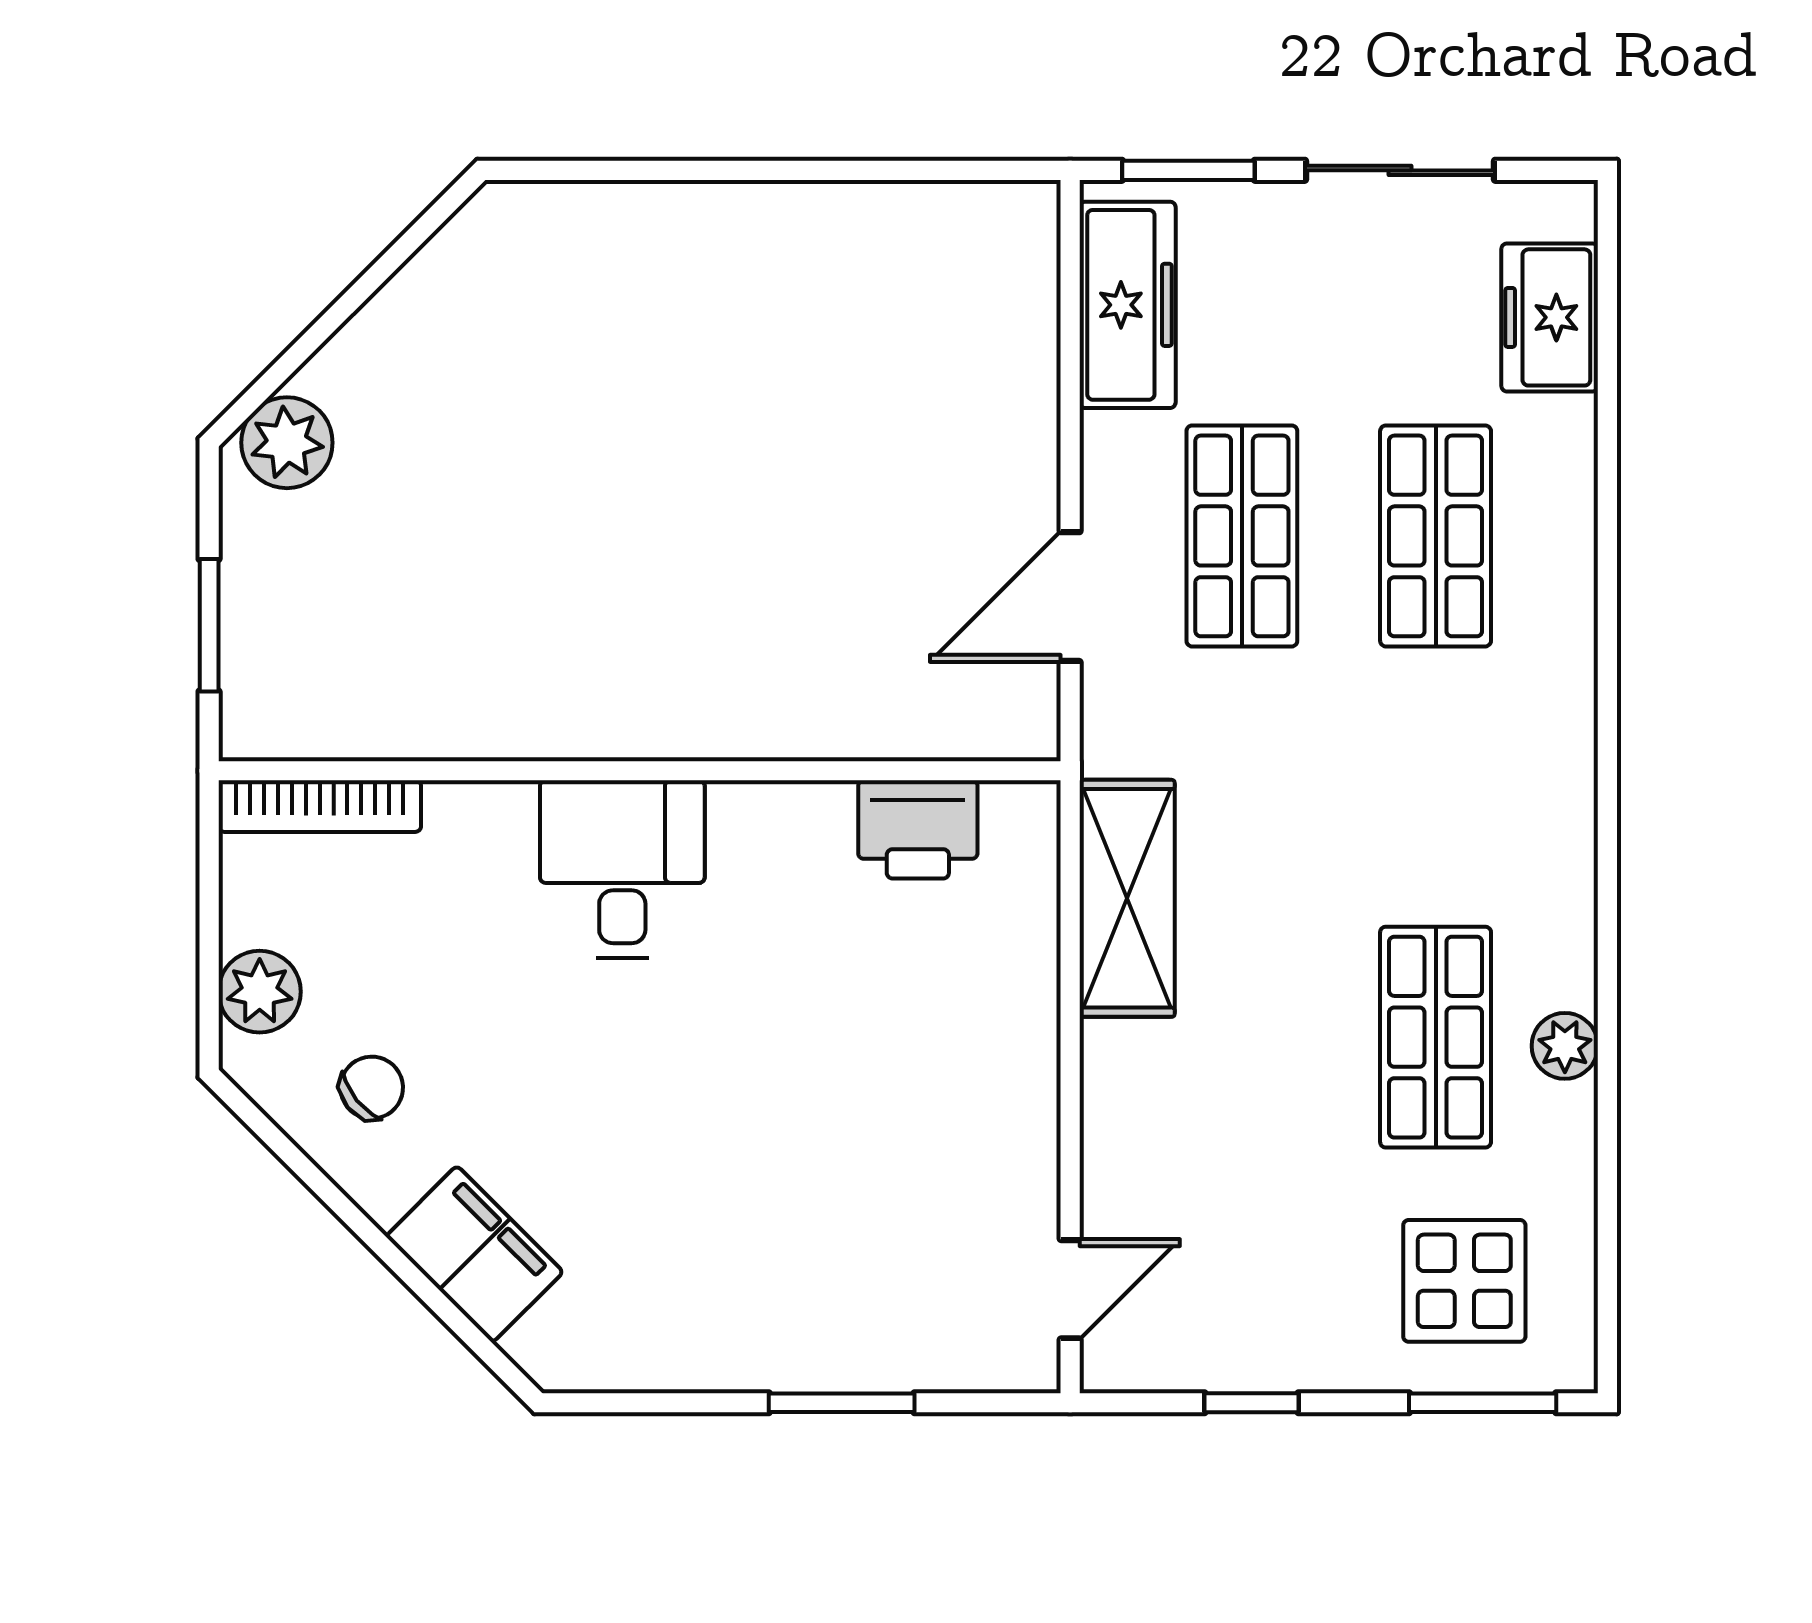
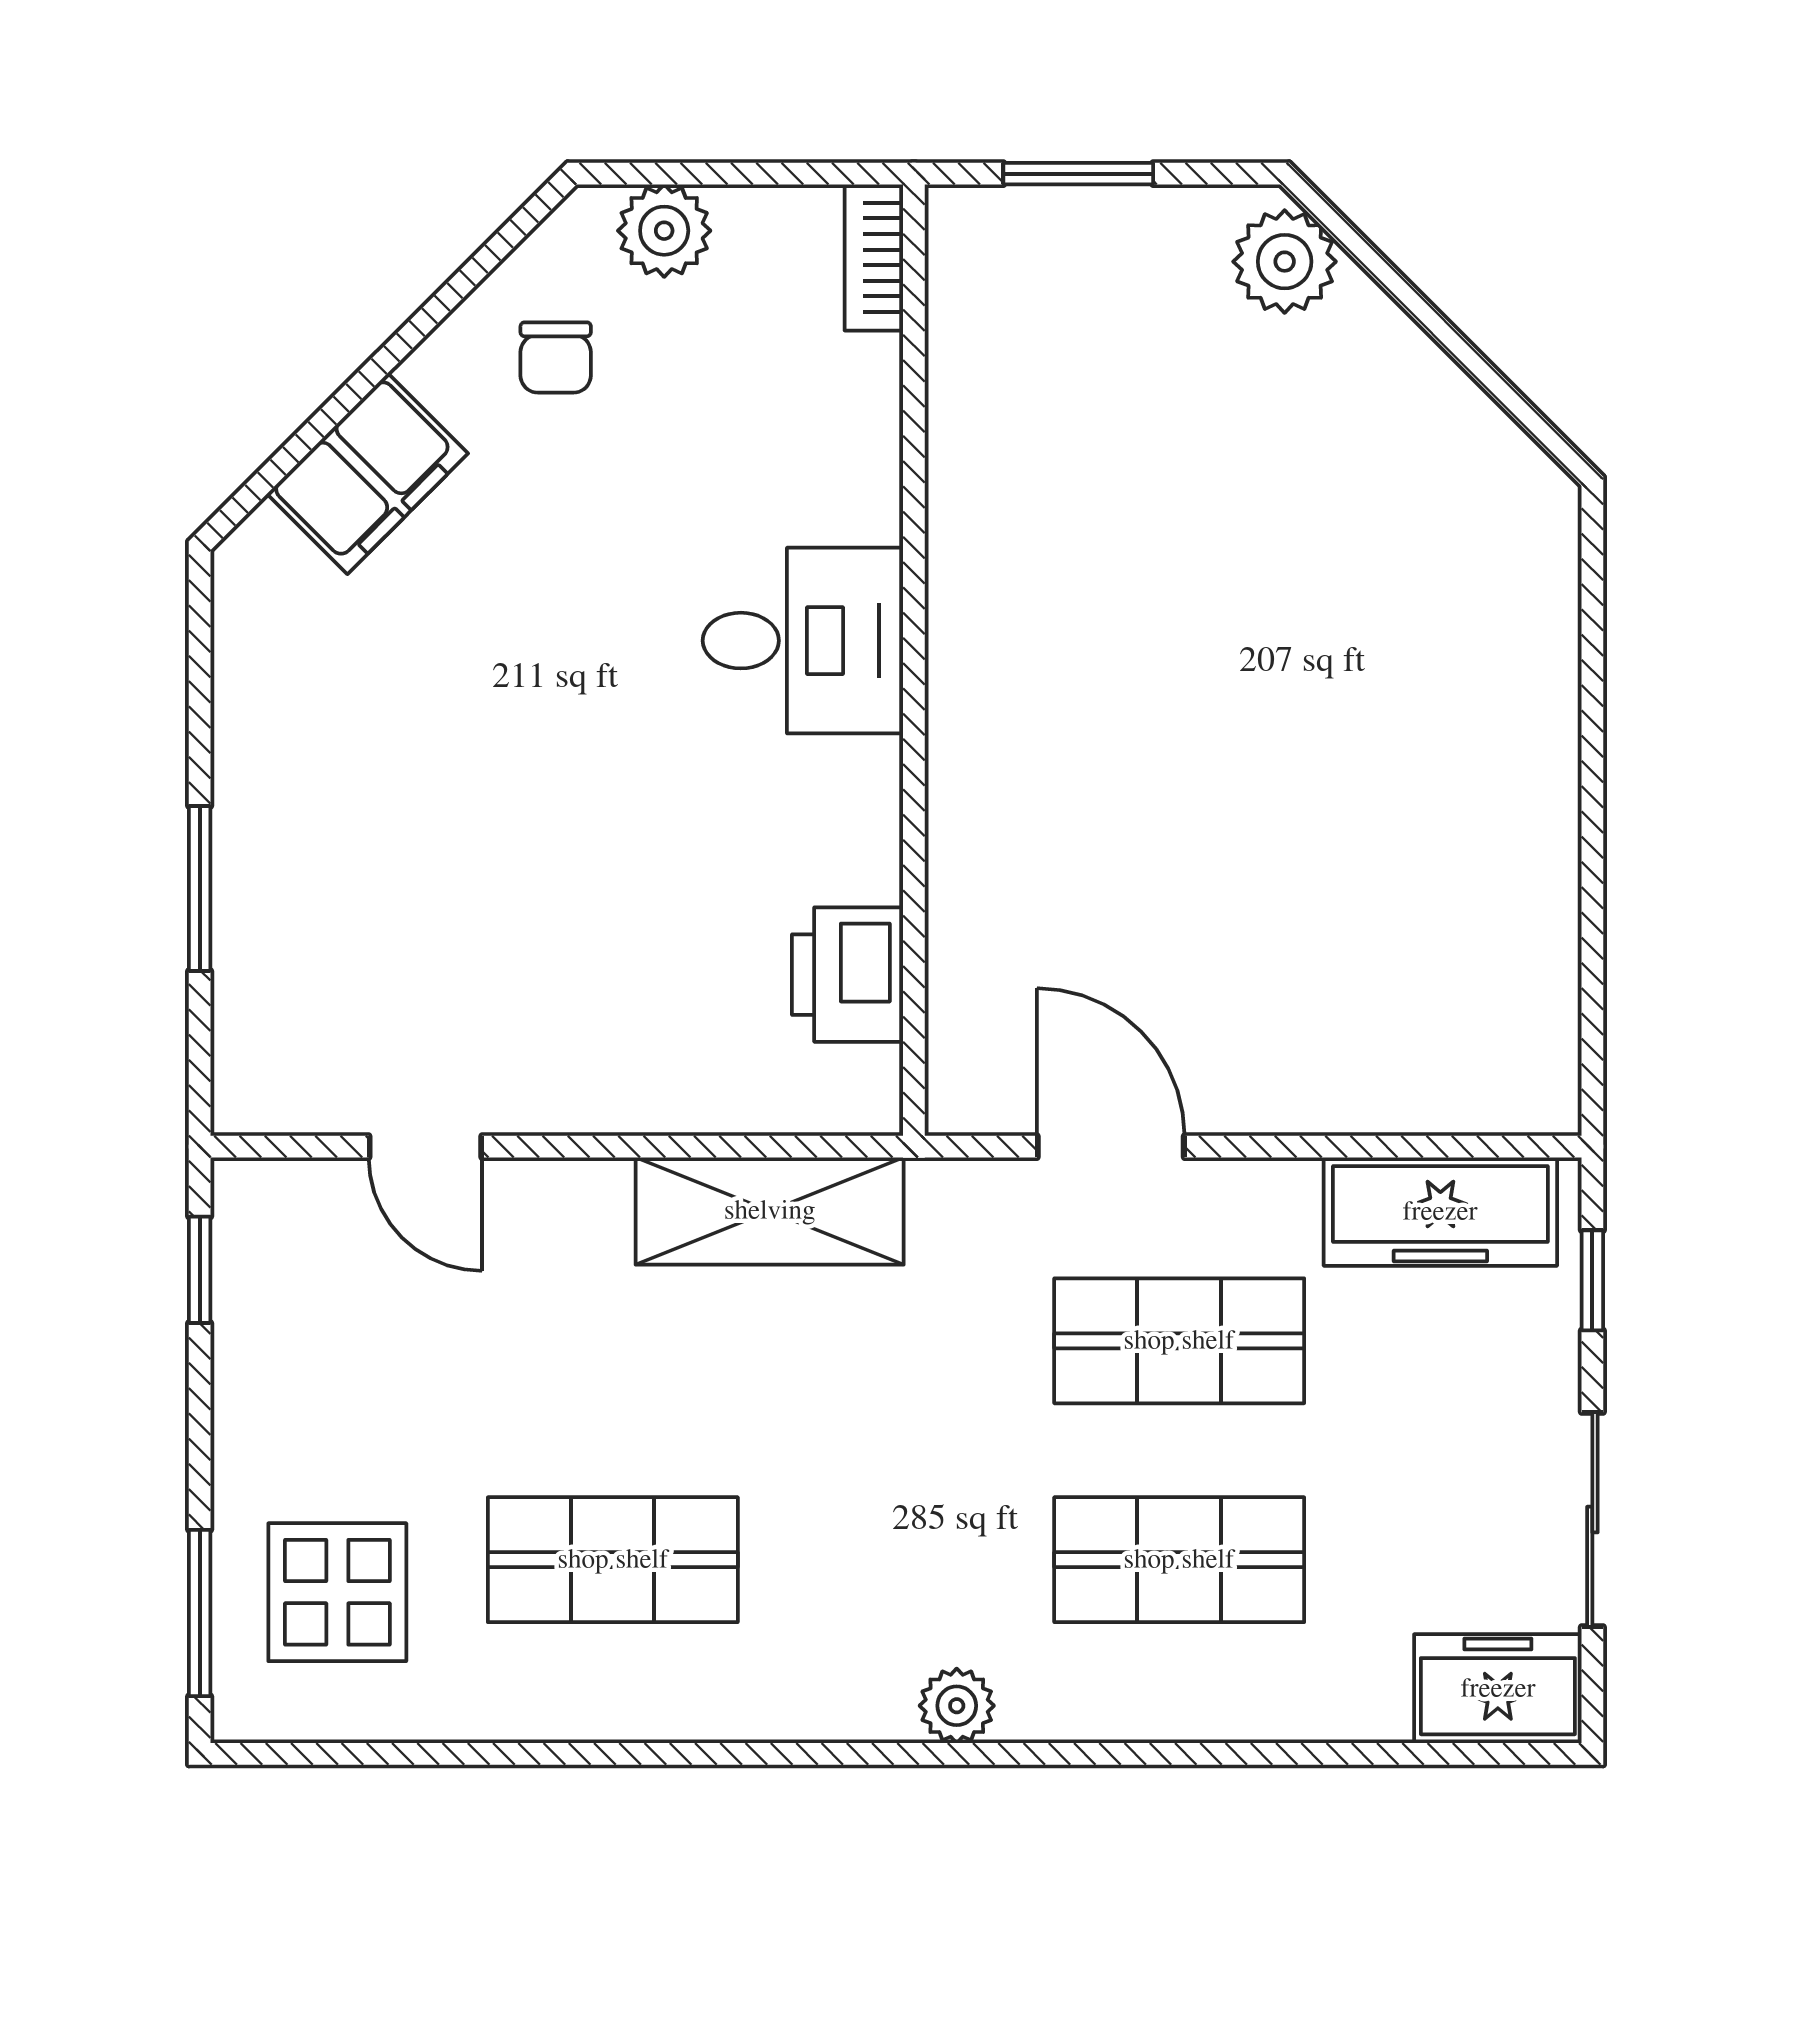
window: (1188, 170) -> (1592, 1280), width x0.67
freezer: (1550, 317) -> (1498, 1689), moved
bookcase: (320, 806) -> (874, 257), width x0.64
plant: (1565, 1046) -> (957, 1706), moved
chair: (372, 1088) -> (556, 357), turned 39
door: (1070, 1289) -> (425, 1147), moved
window: (1251, 1403) -> (200, 1270), moved

